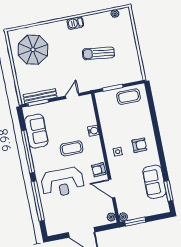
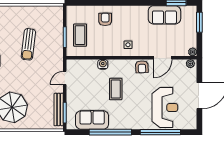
door: (72, 96) -> (65, 78), hinge flipped
coffee table: (129, 97) -> (80, 35), moved
armchair: (139, 145) -> (105, 19), moved
reception desk: (63, 182) -> (165, 108), moved
window: (135, 222) -> (199, 22), moved

